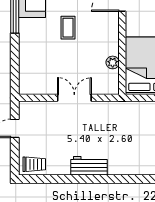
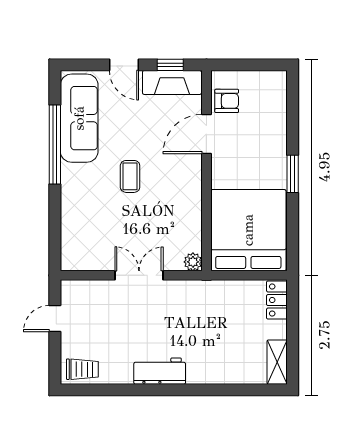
plant: (113, 62) -> (193, 262), moved

